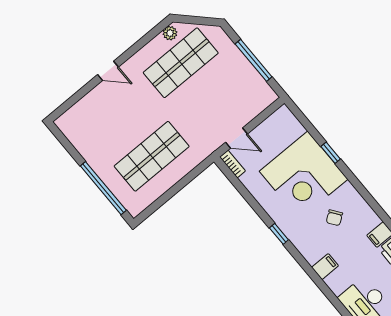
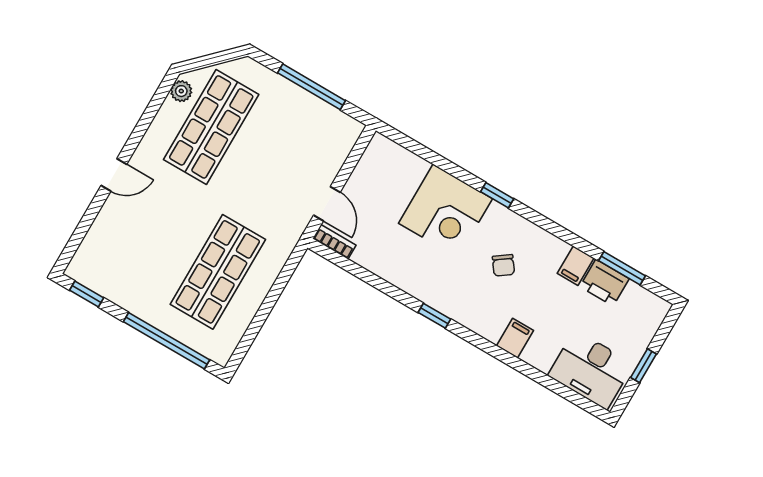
door: (237, 138) -> (327, 204), hinge flipped
window: (63, 140) -> (87, 294), added
window: (331, 153) -> (497, 195), moved
corner desk: (304, 175) -> (446, 211), width x0.74, depth x0.74

